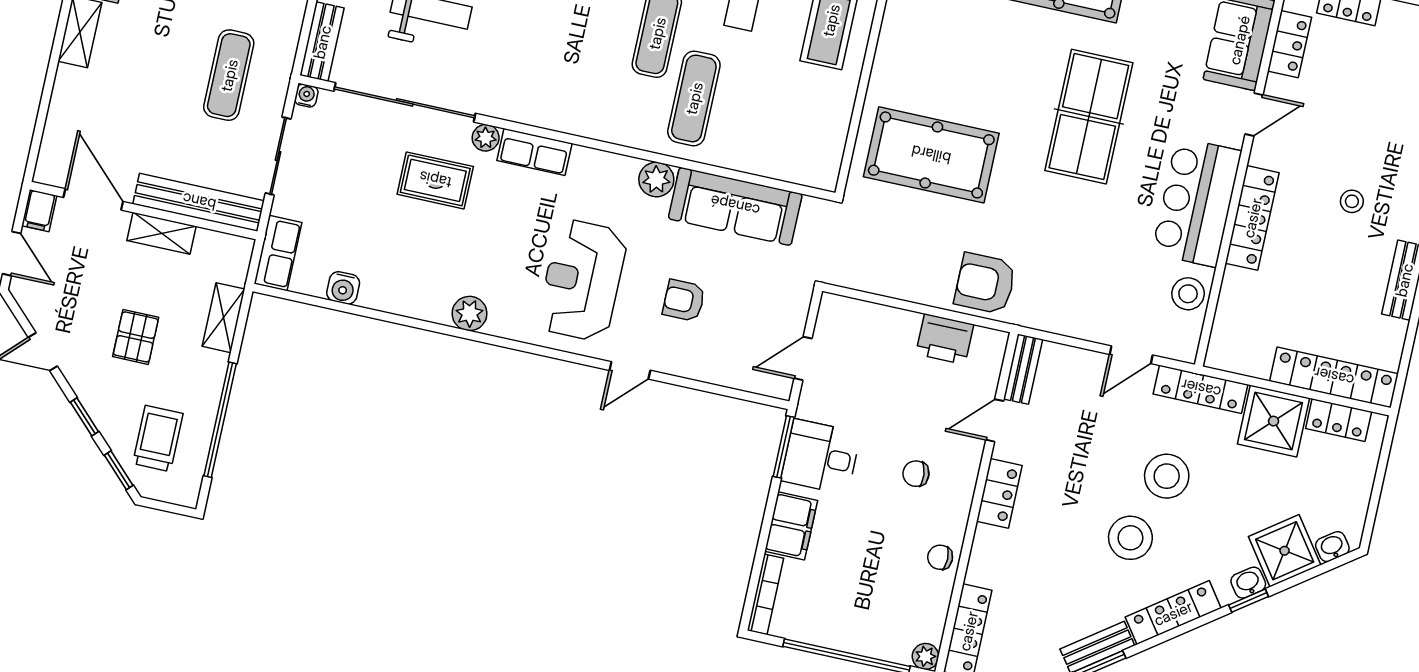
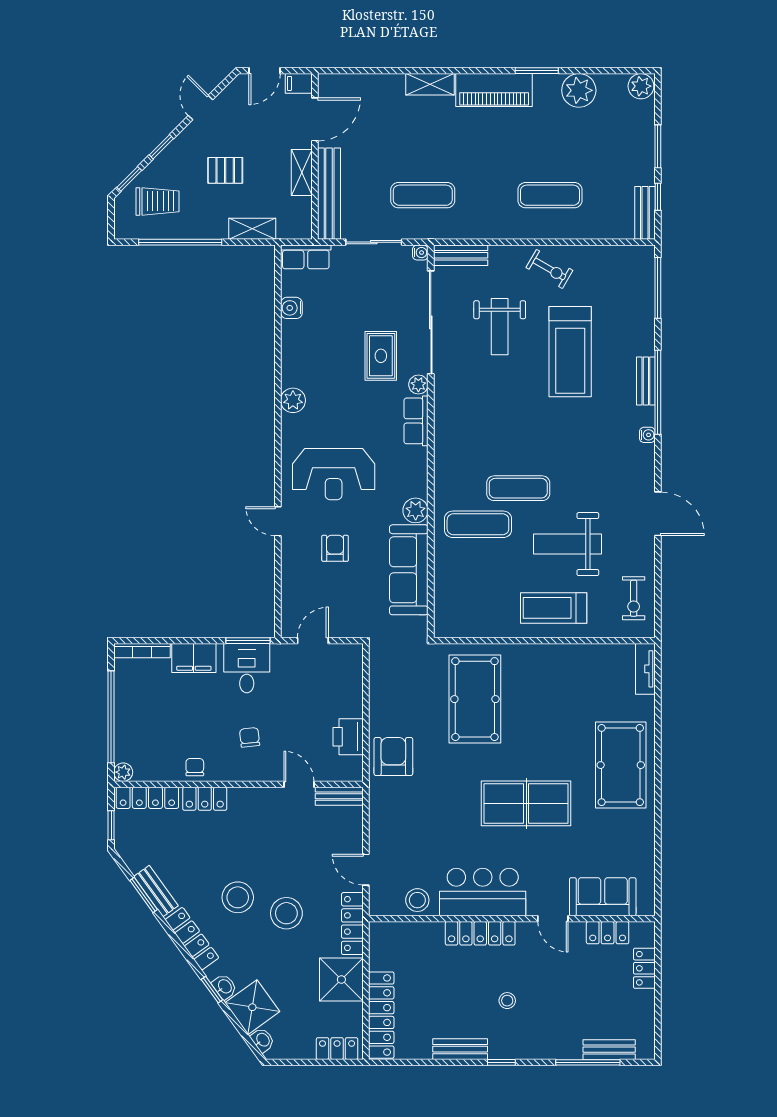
reception desk: (582, 280) -> (334, 474), turned 180
door: (803, 358) -> (313, 641), hinge flipped
locker: (1339, 420) -> (337, 1049), moved, turned 90
locker: (999, 493) -> (205, 799), moved

